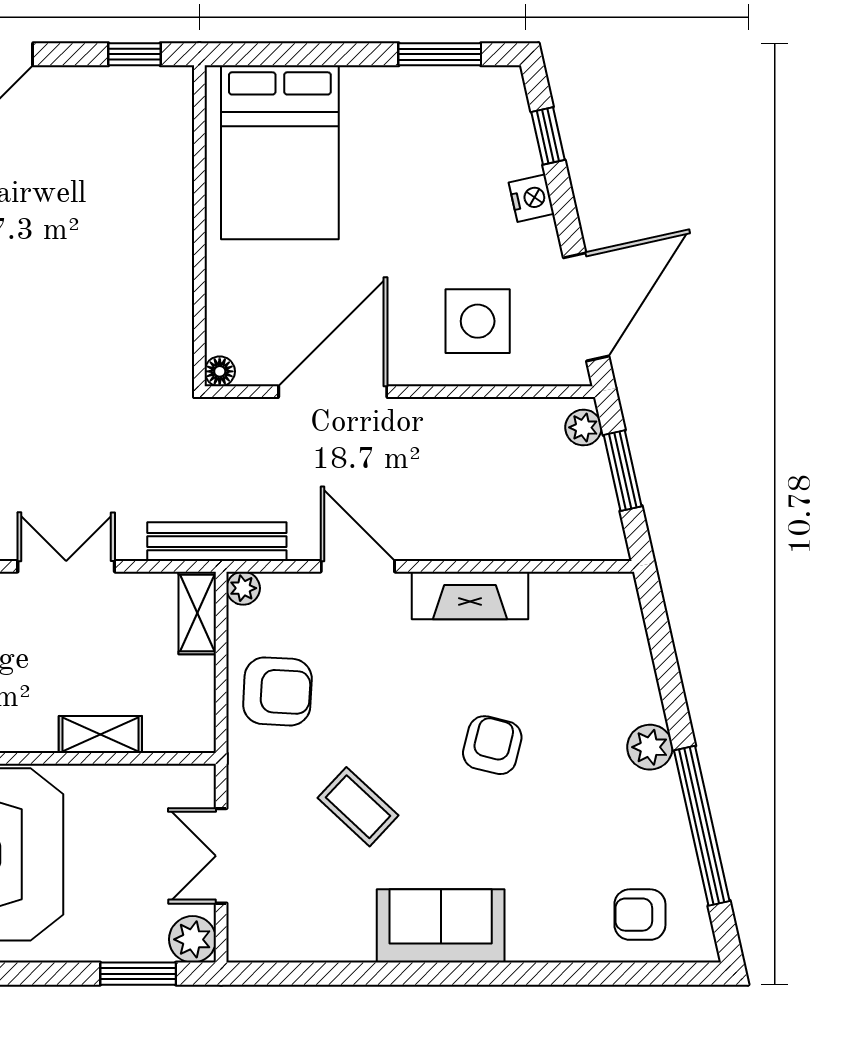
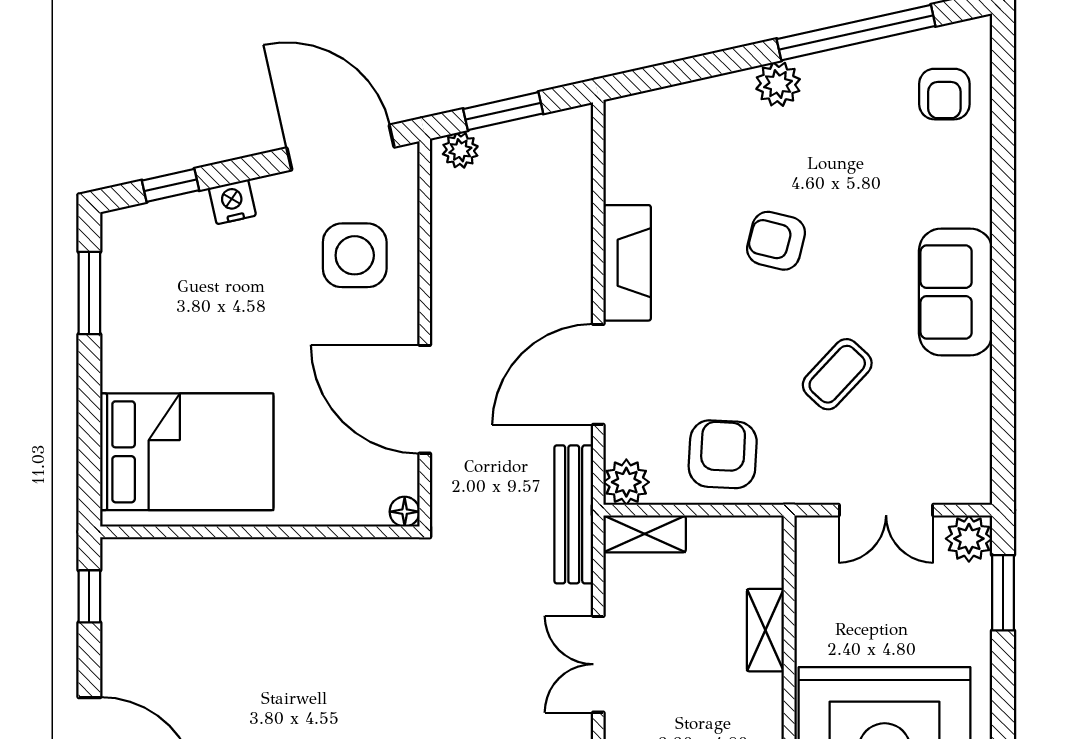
door: (358, 566) -> (598, 374), width x1.36
plant: (243, 588) -> (626, 482), width x1.38, depth x1.38

